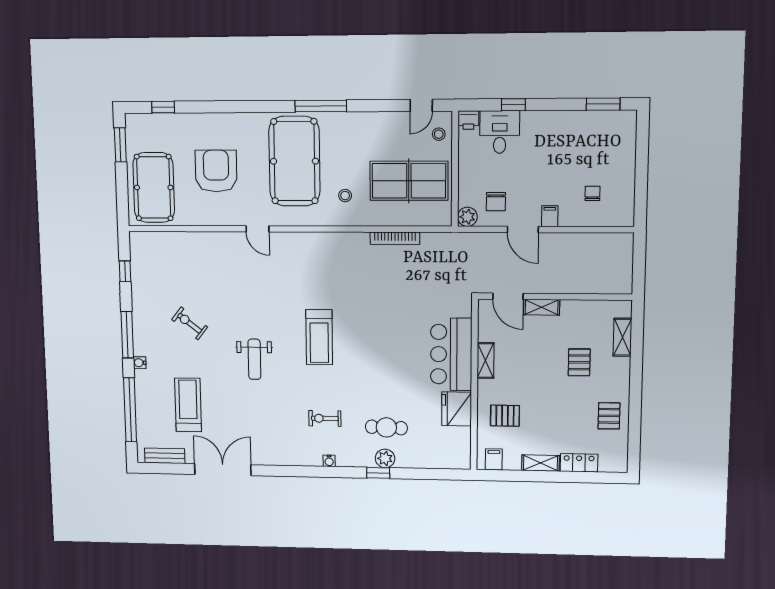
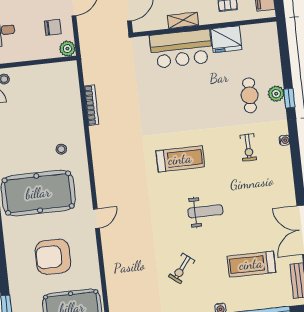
table tennis table: (409, 181) -> (44, 99), removed

